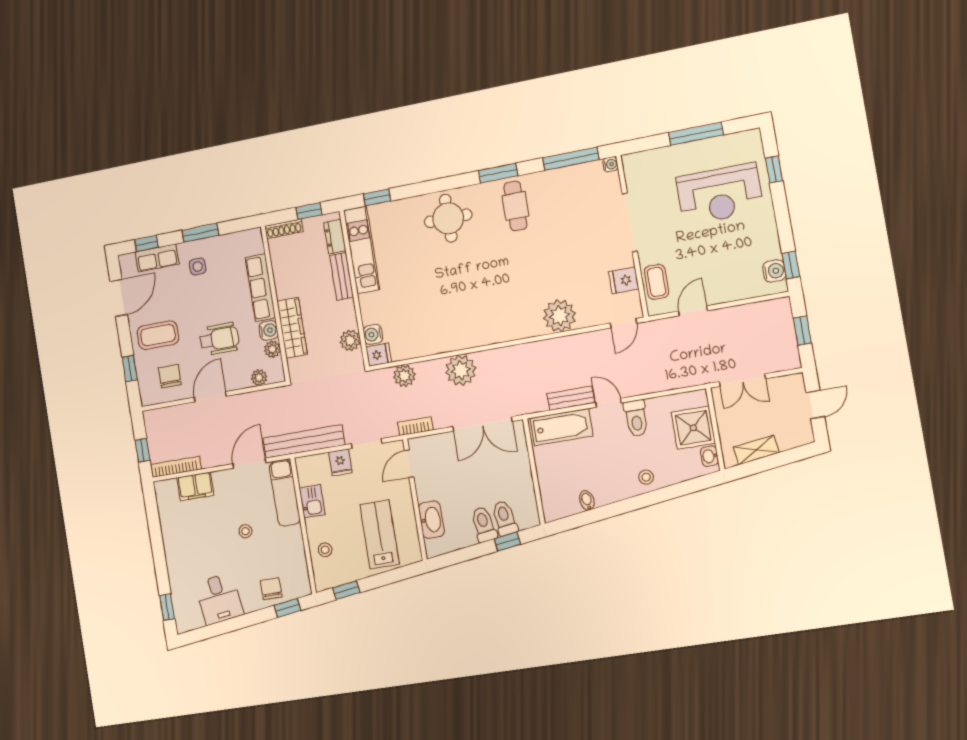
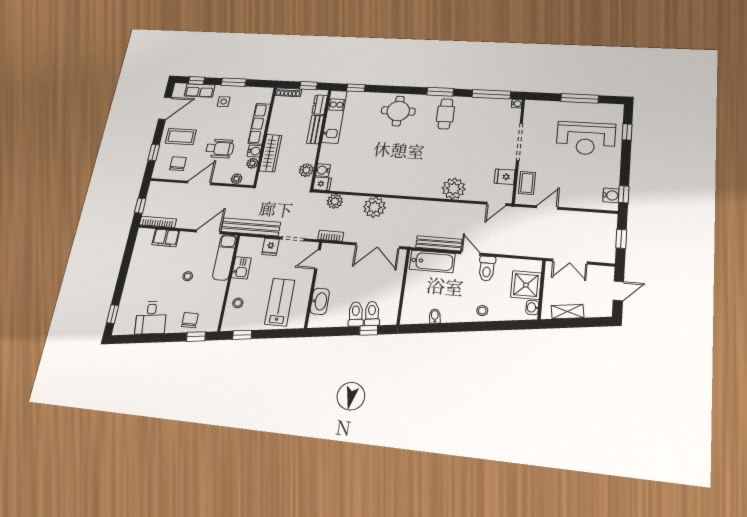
bench: (571, 398) -> (439, 243), width x1.36

